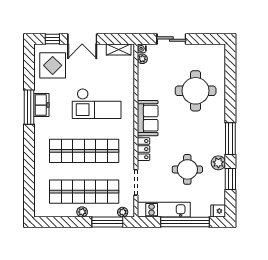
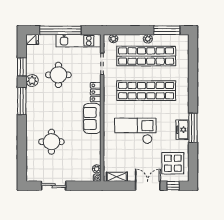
sliding door: (171, 39) -> (54, 186), moved
round table: (196, 91) -> (51, 142), width x0.73, depth x0.73
window: (107, 222) -> (167, 30), moved

